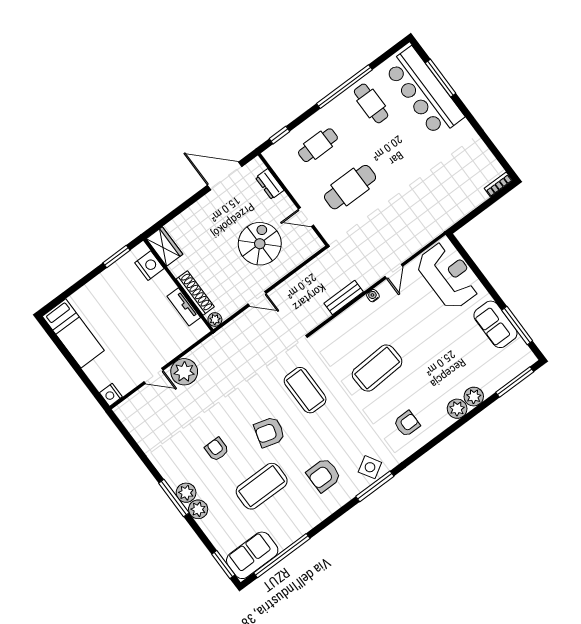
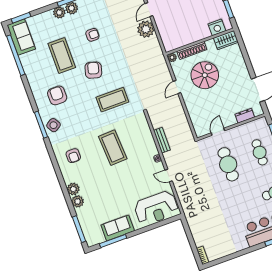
spiral stairs: (260, 244) -> (205, 75), moved, turned -90
tv unit: (184, 307) -> (185, 41), removed

